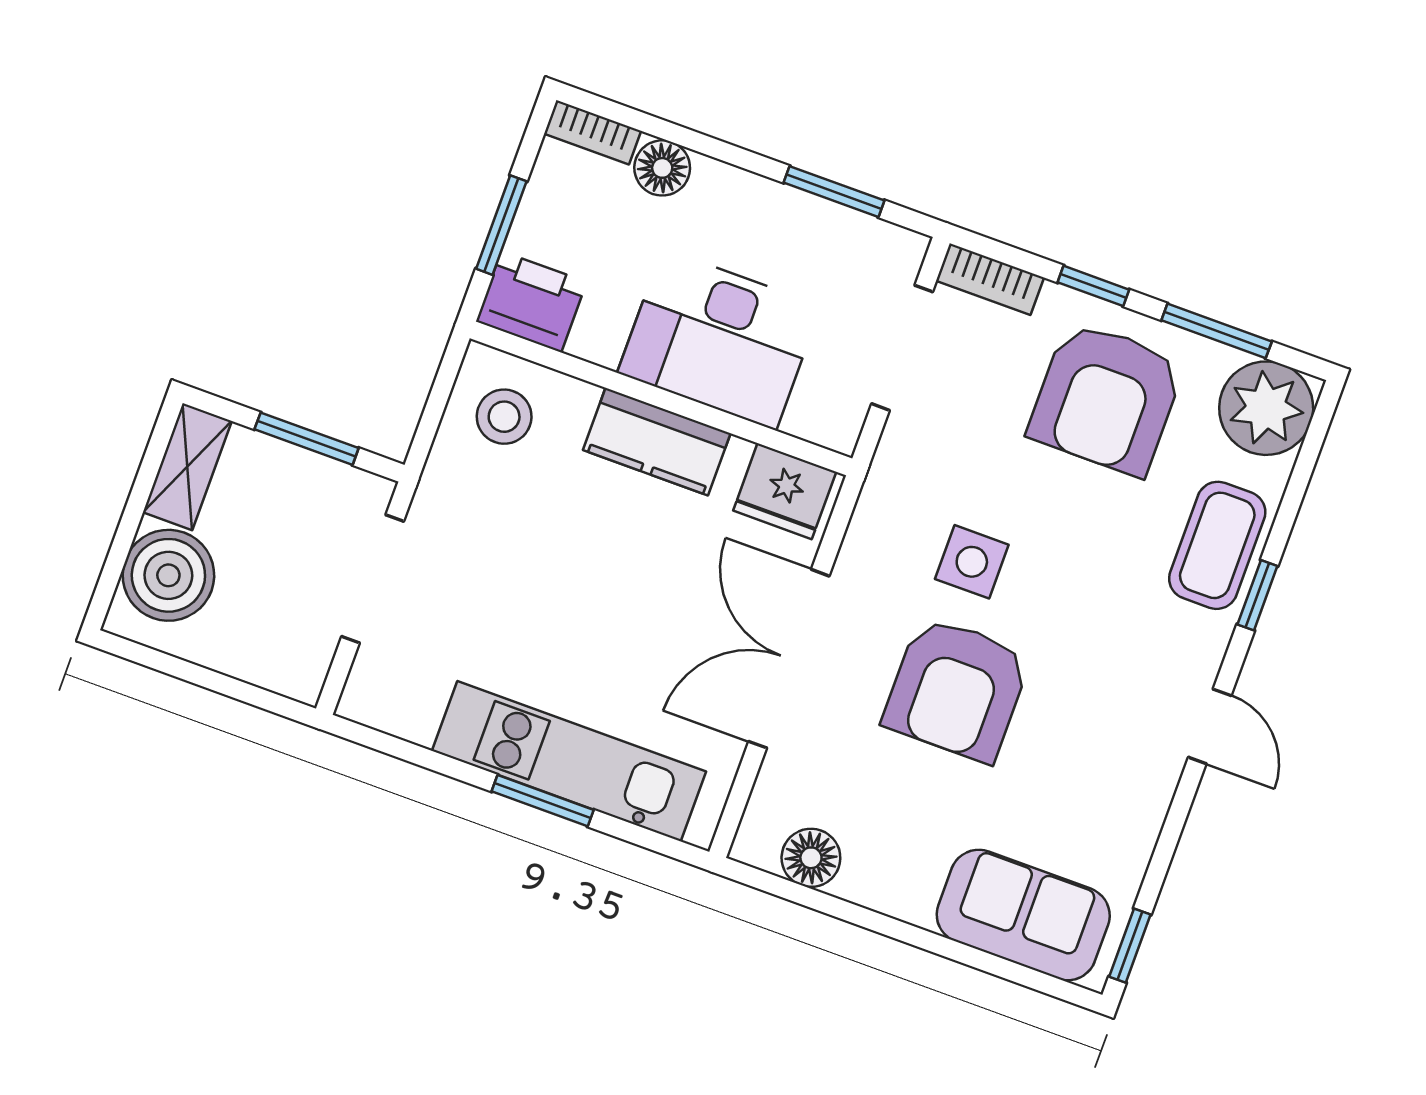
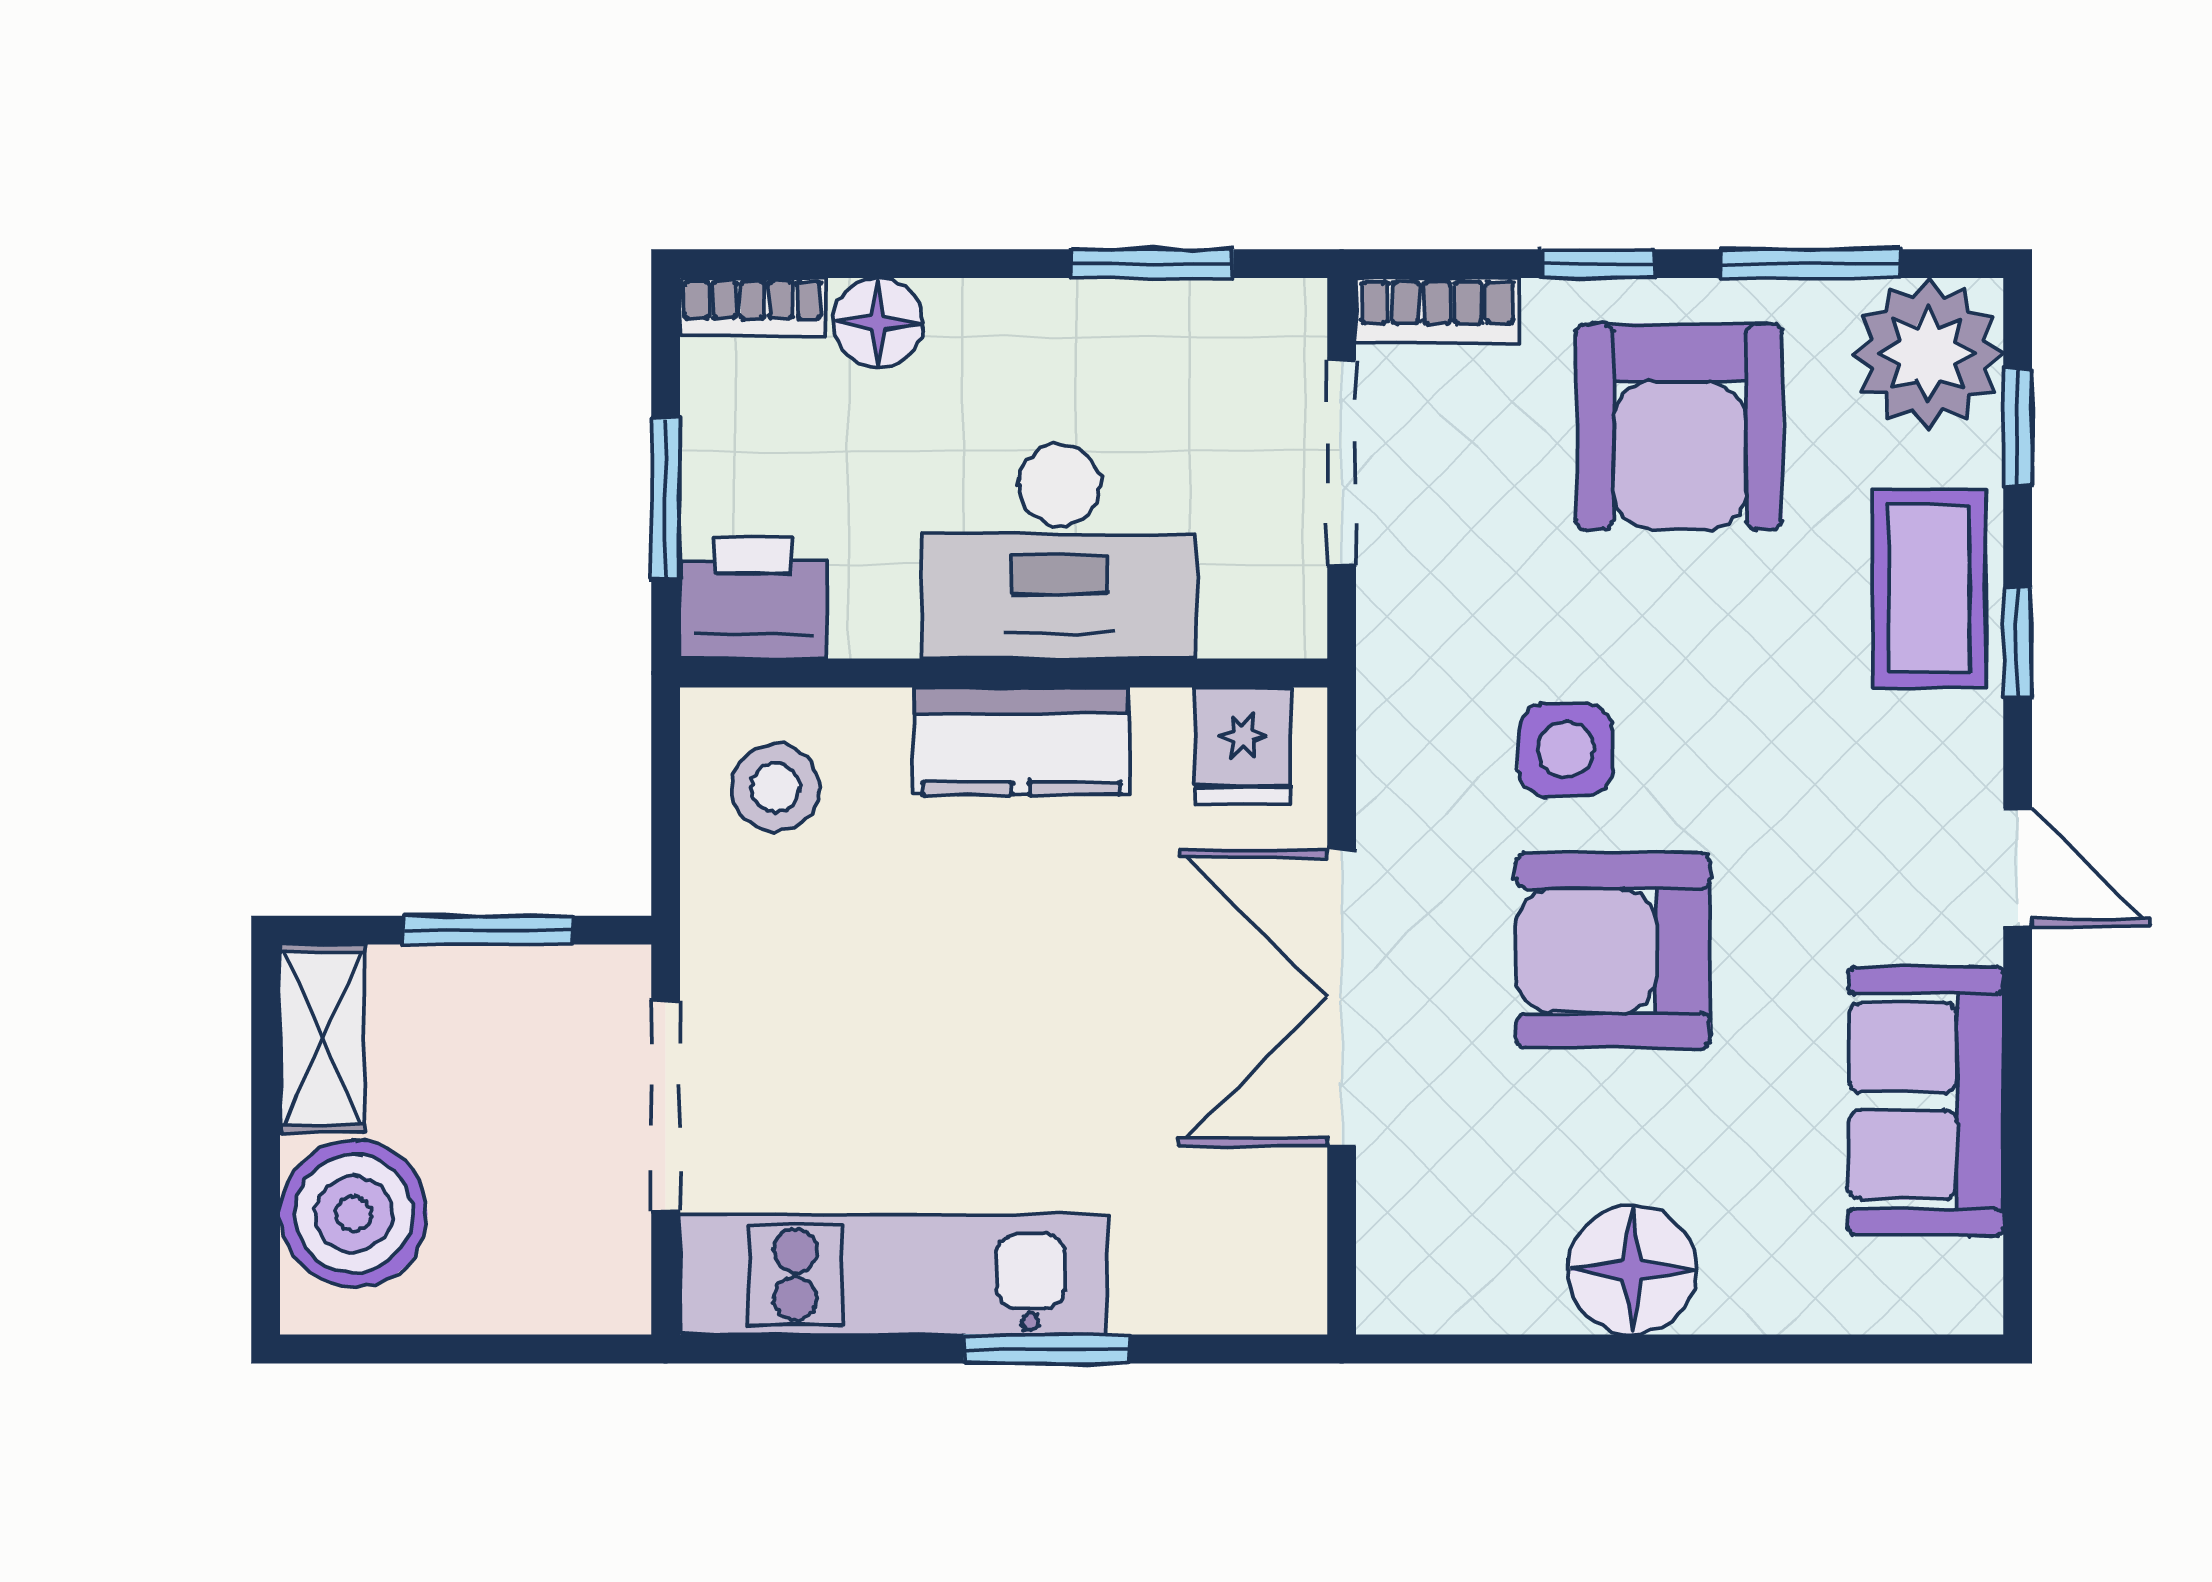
fridge: (785, 491) -> (1243, 745), width x0.72
armchair: (957, 689) -> (1613, 951), turned 90
kitchen unit: (569, 761) -> (894, 1275), moved
floor lamp: (811, 858) -> (1632, 1270), moved, width x1.38, depth x1.38
sofa: (1023, 915) -> (1926, 1101), moved, turned -90
window: (1130, 946) -> (2018, 427), moved

